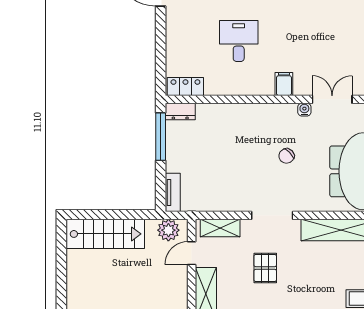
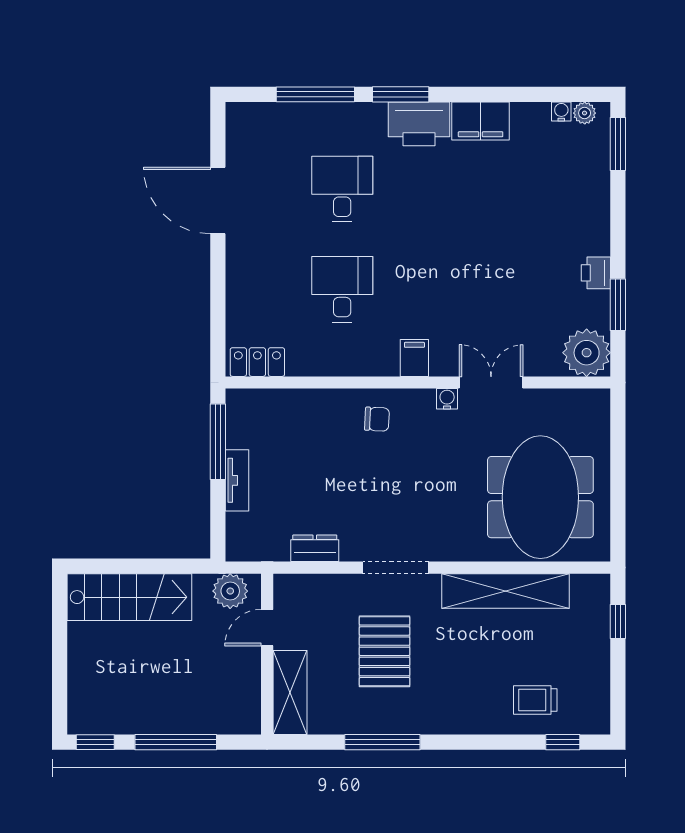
dresser: (180, 112) -> (315, 548), moved, turned 180
chair: (287, 156) -> (377, 419), moved, turned -133
tv unit: (173, 192) -> (237, 480), moved
shelving: (220, 228) -> (313, 588), removed
pallet: (265, 268) -> (385, 651), width x1.50, depth x1.42

